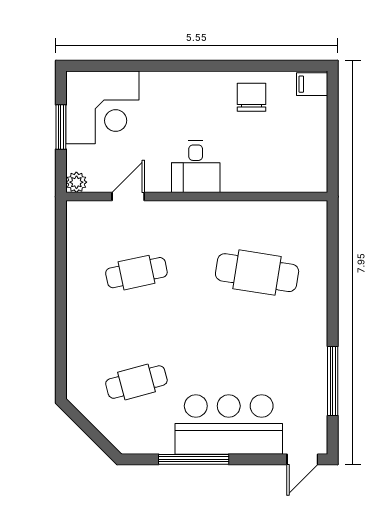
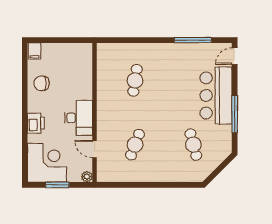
printer: (177, 87) -> (36, 123), added
desk: (196, 167) -> (79, 118), width x1.37
cafe table: (136, 273) -> (135, 145), turned 33
cafe table: (257, 273) -> (135, 80), width x0.73, depth x0.74
door: (302, 459) -> (235, 56), swing flipped

